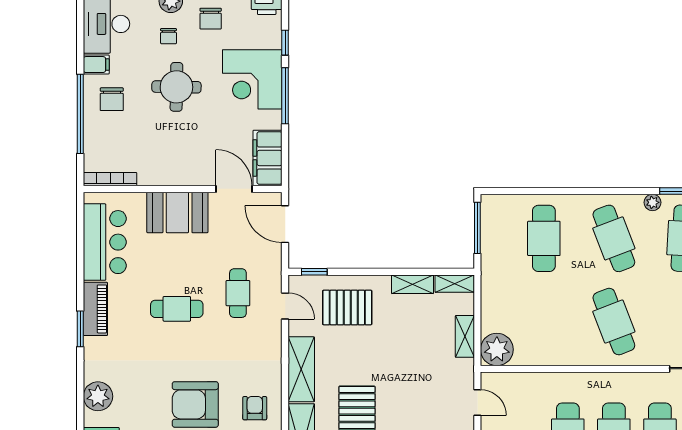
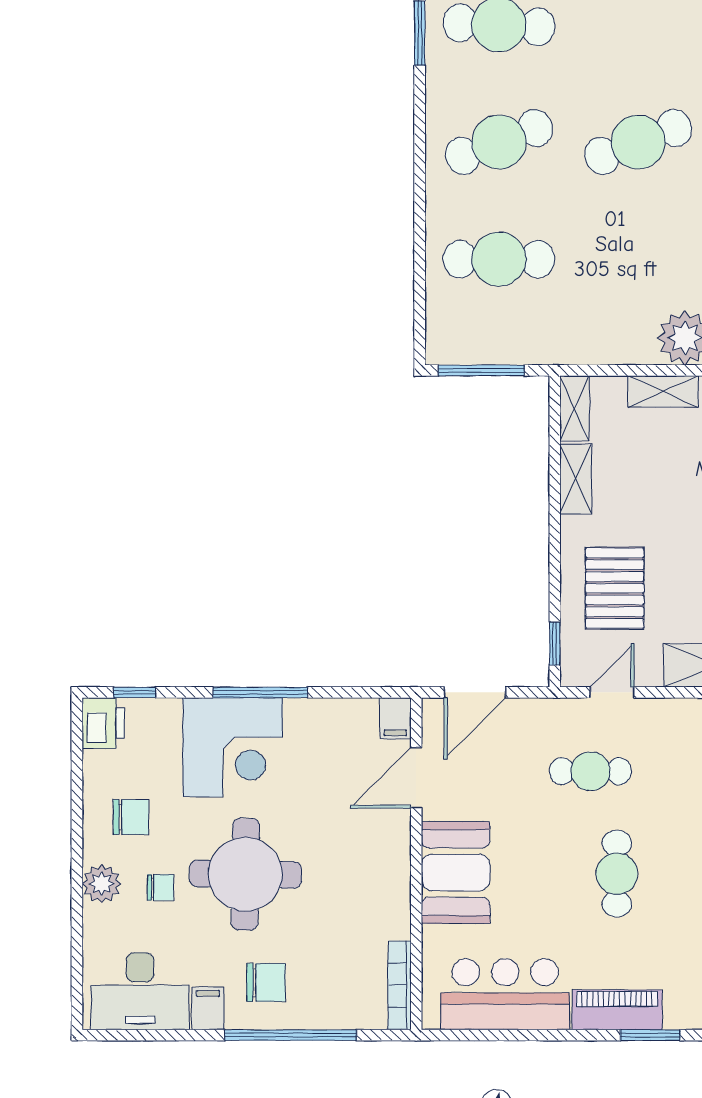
window: (285, 43) -> (135, 692), moved
round table: (176, 87) -> (245, 874), width x1.36, depth x1.36
filing cabinet: (267, 158) -> (395, 718), width x0.33, depth x0.86
plant: (652, 202) -> (439, 77), removed

